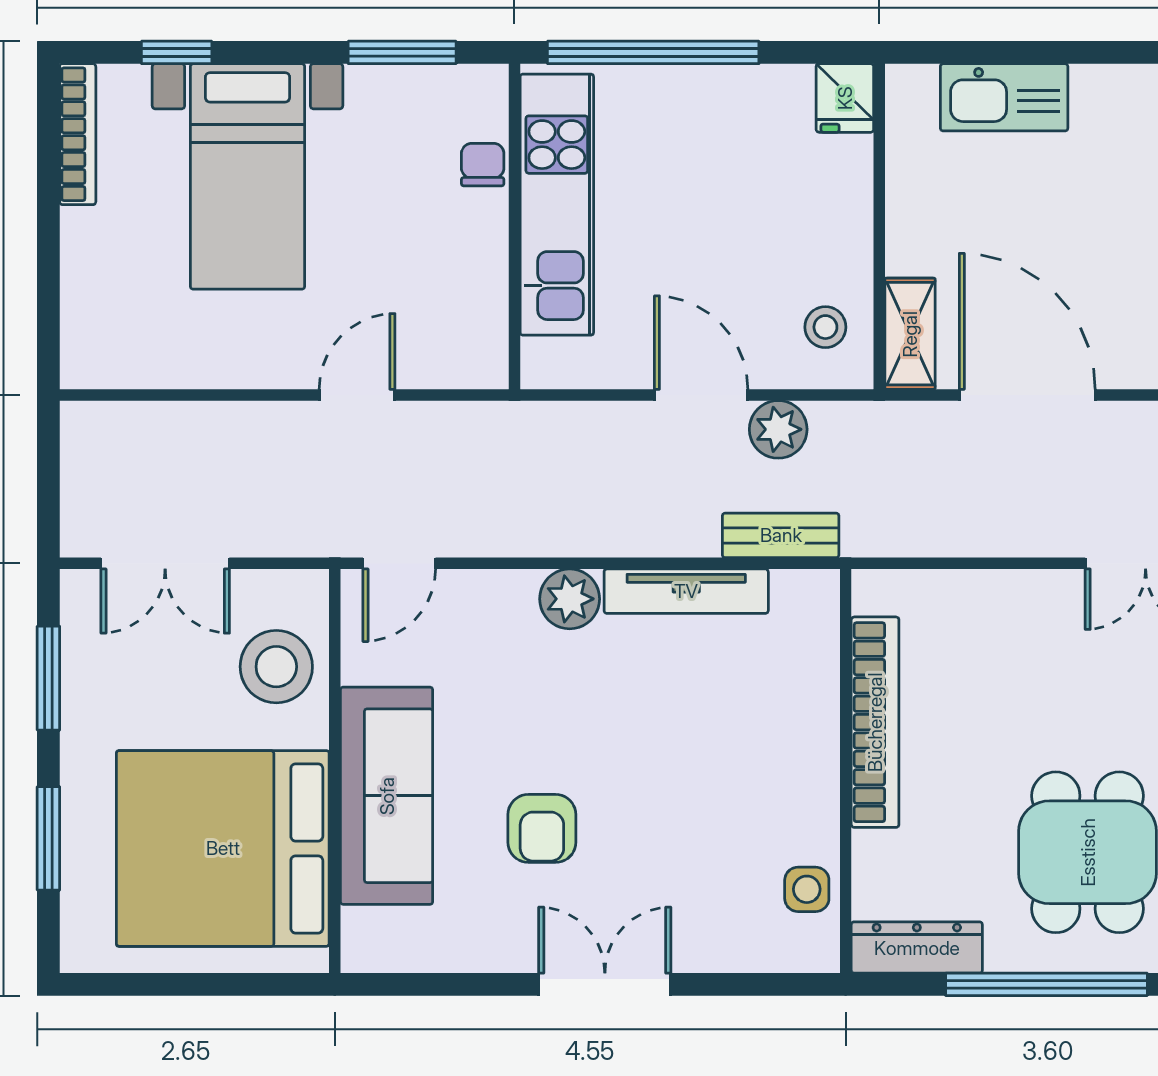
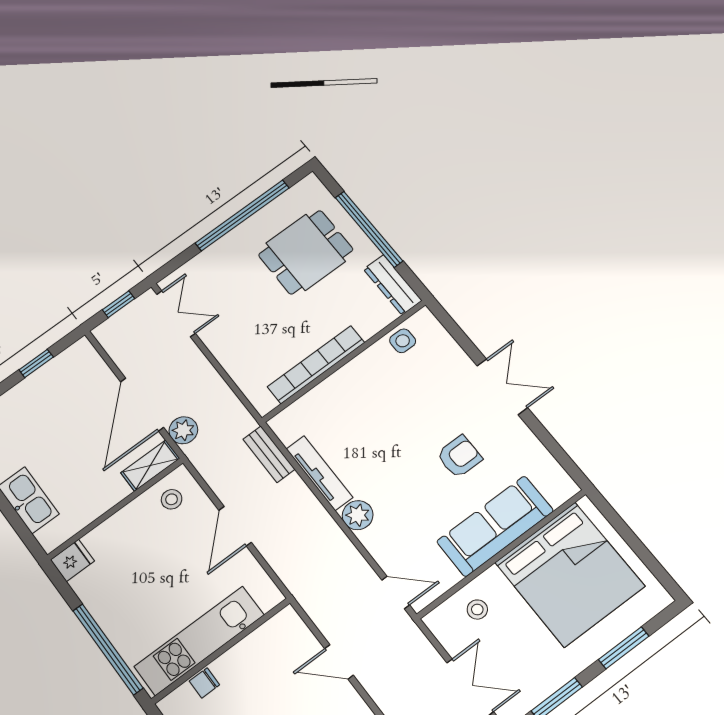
plant: (778, 429) -> (183, 430), moved
stool: (276, 667) -> (477, 609), width x0.53, depth x0.53
double door: (605, 984) -> (502, 387), swing flipped

